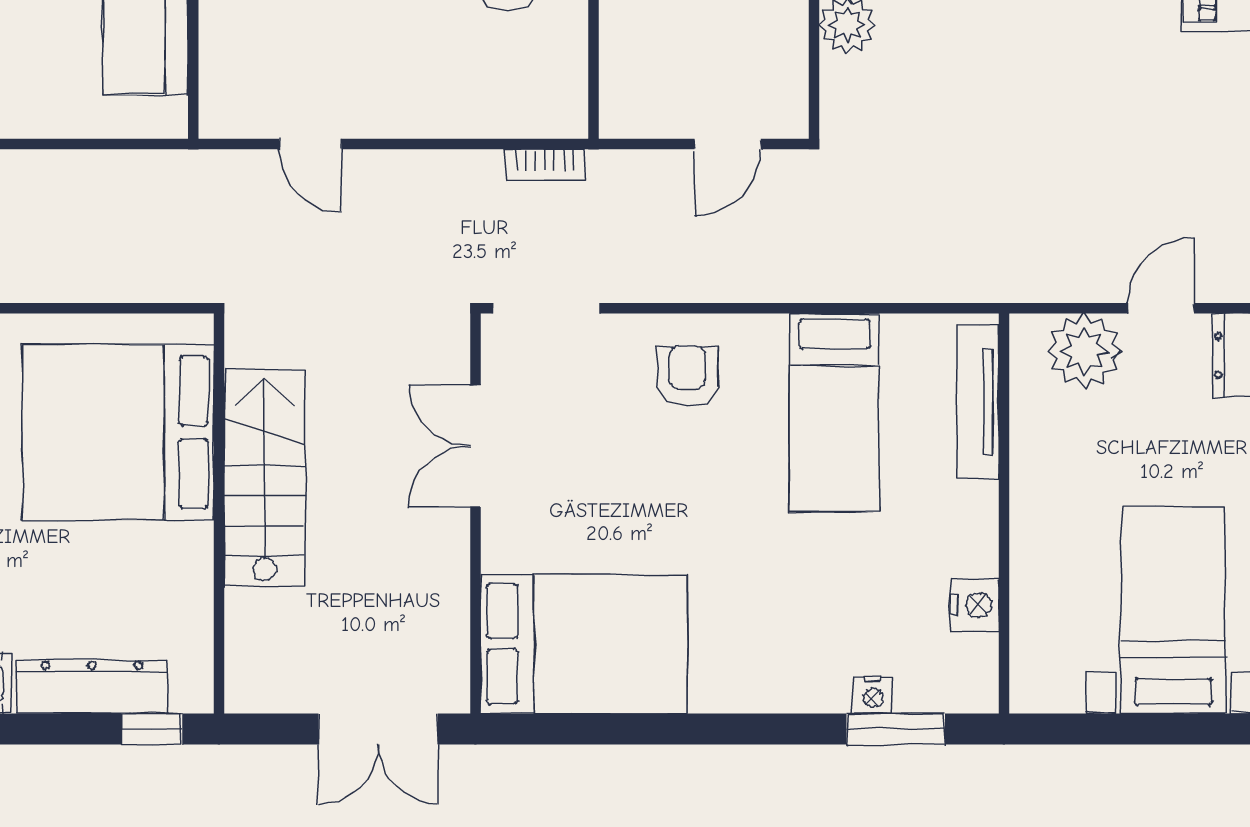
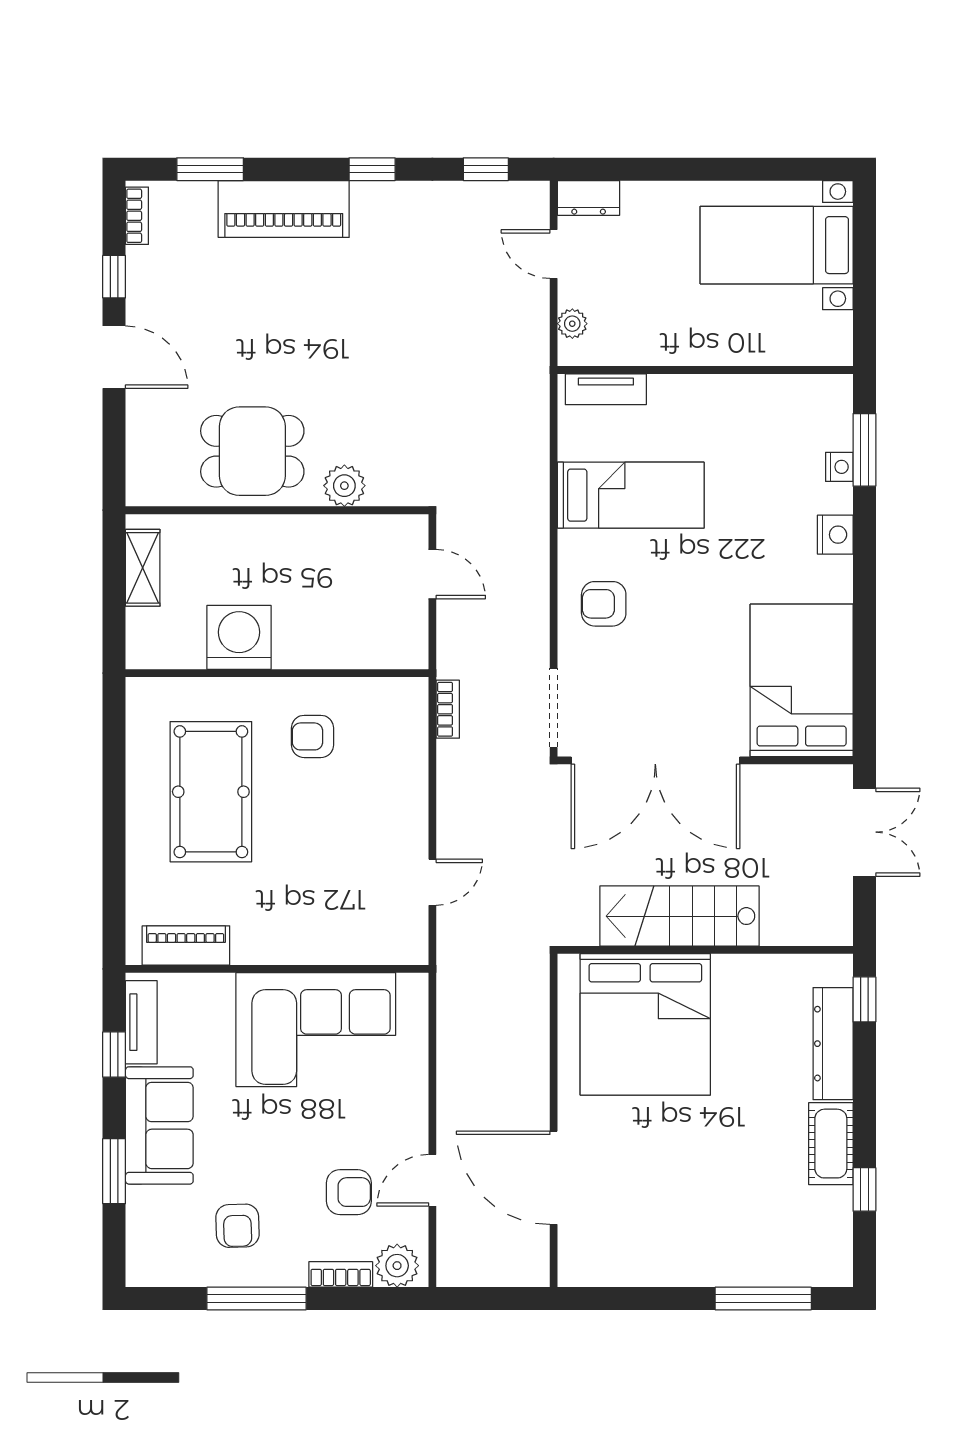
plant: (1084, 351) -> (572, 324), width x0.53, depth x0.53
tv unit: (978, 401) -> (606, 389), width x0.71
double door: (475, 446) -> (655, 760), width x1.87
nightstand: (975, 605) -> (835, 535), moved, turned 90

